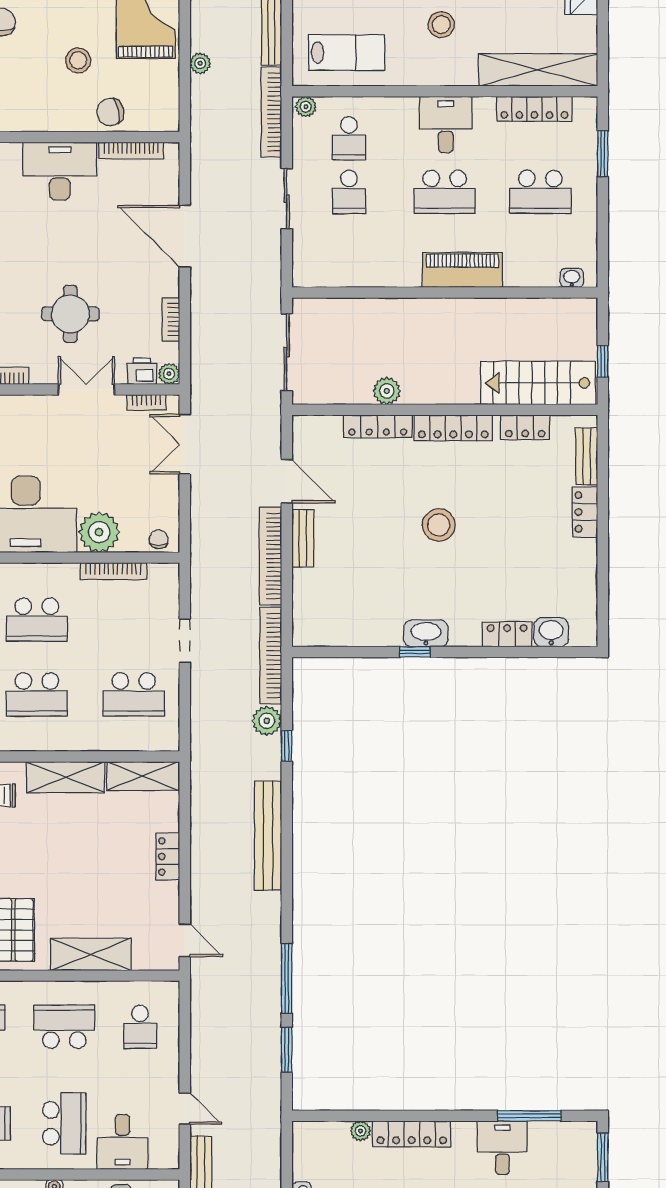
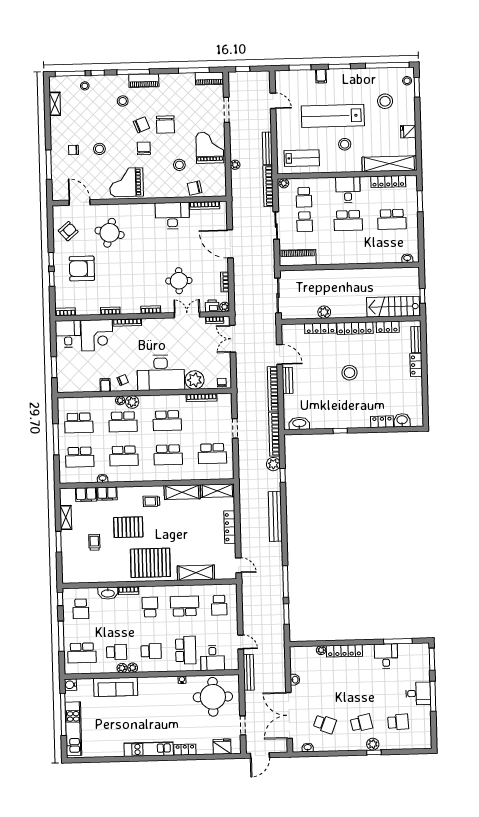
piano: (462, 270) -> (298, 258), moved
washbasin: (426, 633) -> (299, 423), moved
locker: (168, 856) -> (230, 527), width x1.53

